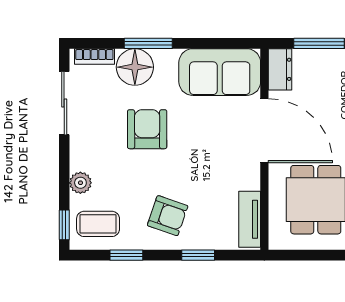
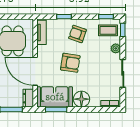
window: (148, 43) -> (56, 110), moved
floor lamp: (135, 67) -> (81, 99), moved
sliding door: (64, 103) -> (123, 73), moved
armchair: (147, 129) -> (70, 63), moved, turned -81
window: (126, 255) -> (106, 17), moved

